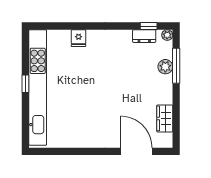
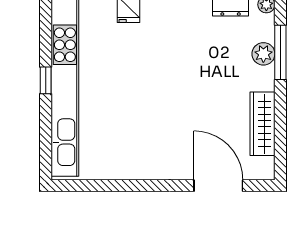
wardrobe: (165, 118) -> (262, 124), width x1.50

